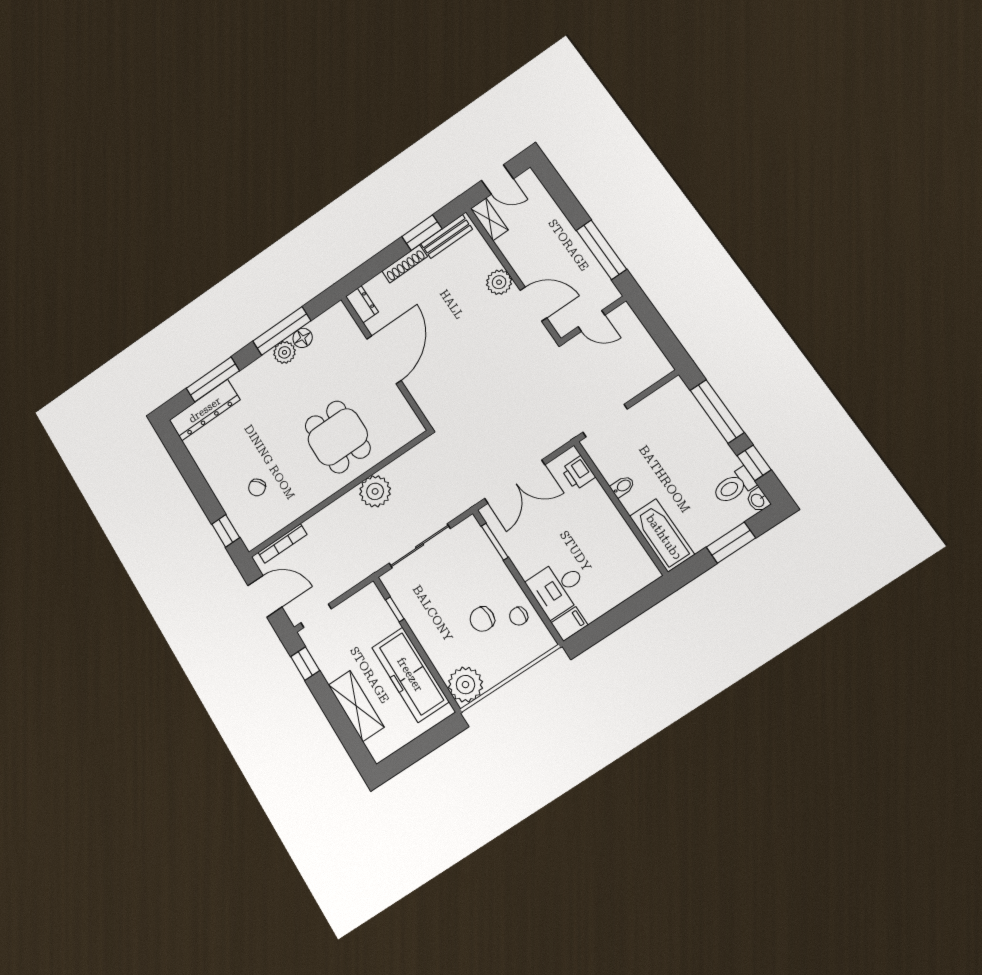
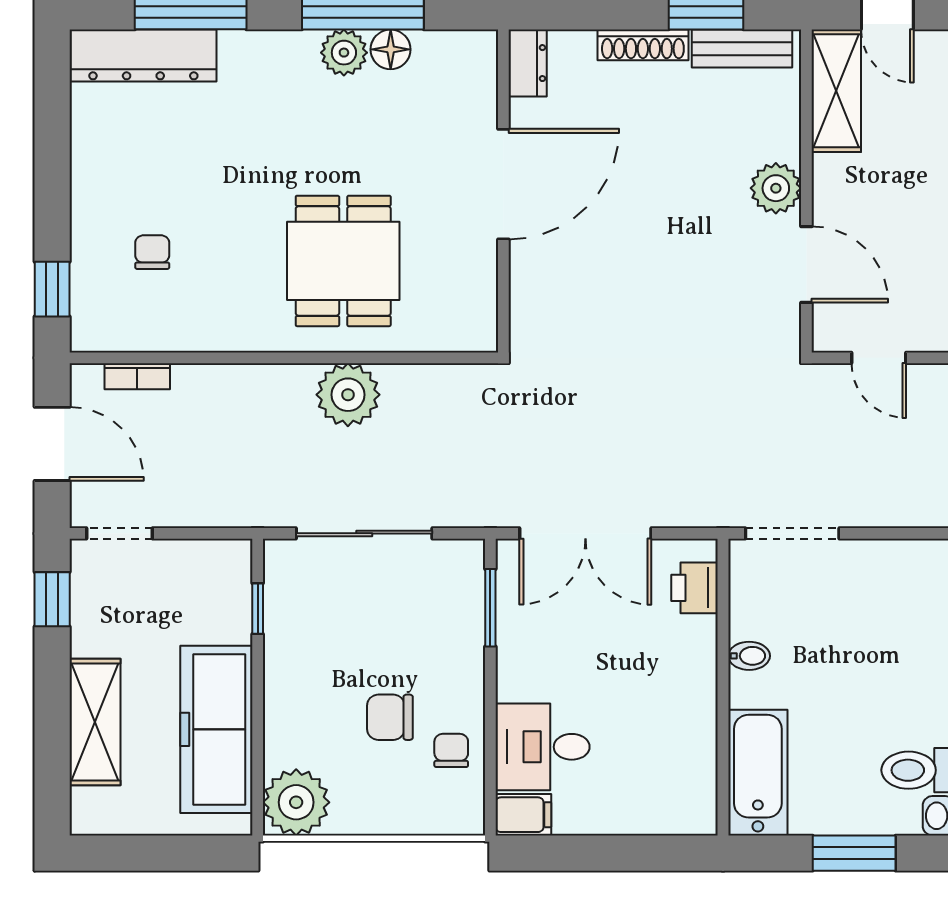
shelving: (489, 219) -> (836, 91), width x1.50, depth x1.33
chair: (257, 487) -> (152, 252), turned 128
bookcase: (283, 543) -> (137, 376), width x0.64
chair: (519, 616) -> (451, 750), turned 90

